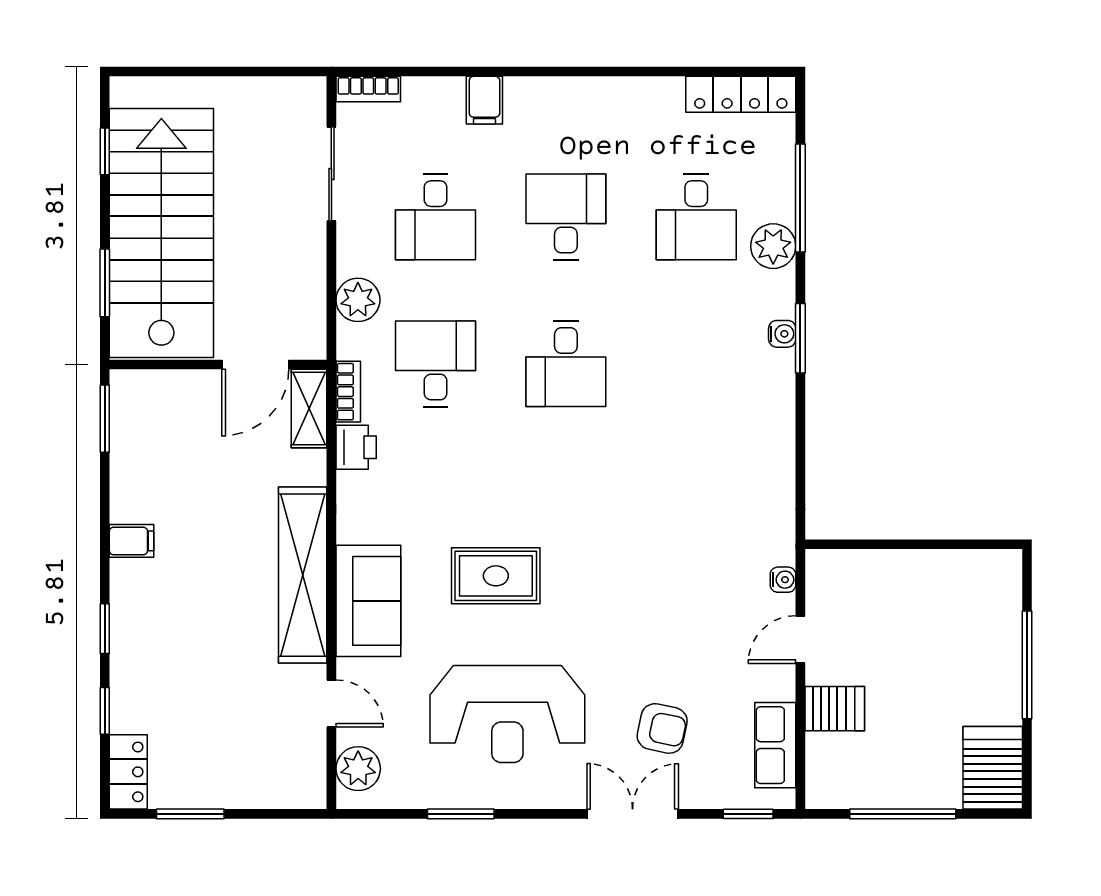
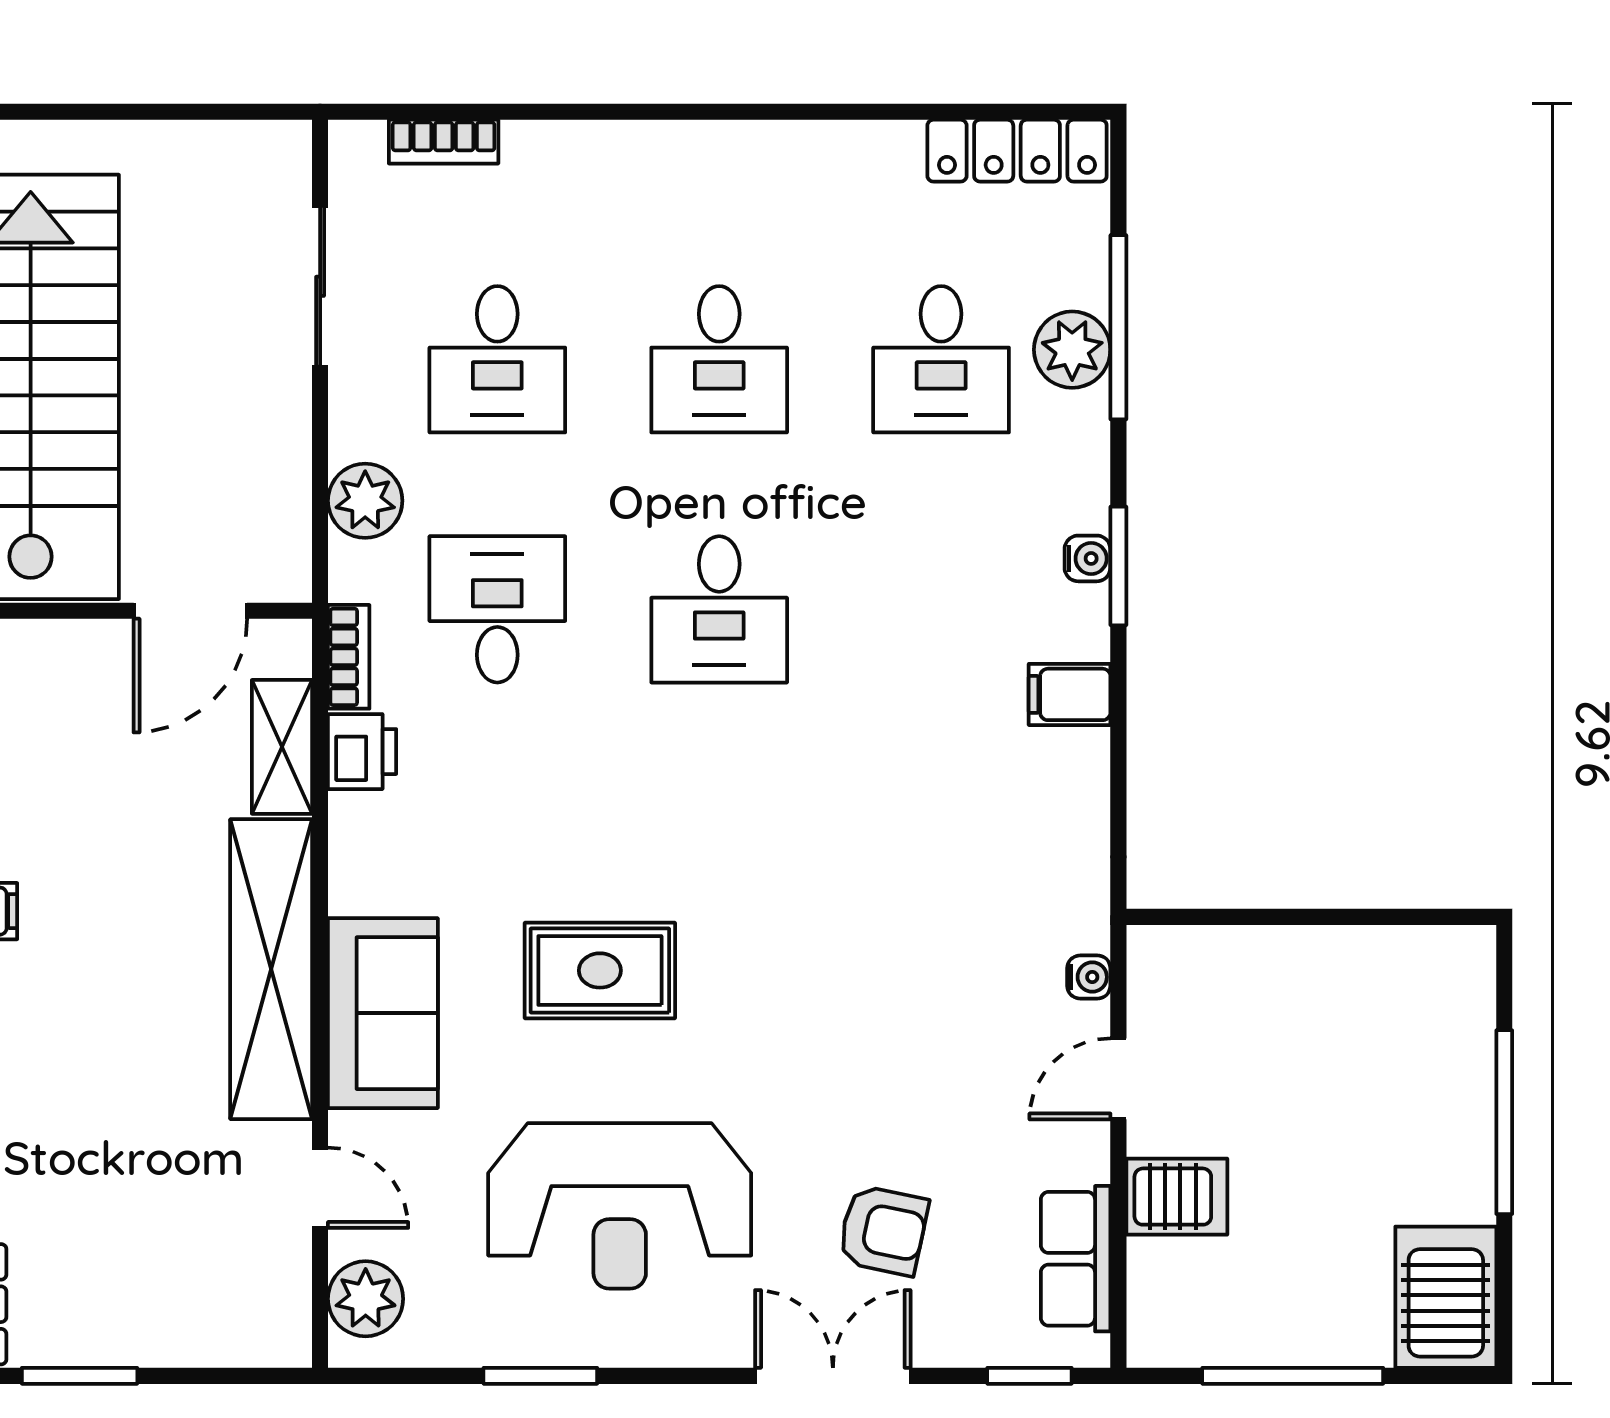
bookcase: (368, 89) -> (444, 142), moved
filing cabinet: (484, 100) -> (1070, 694), moved, turned 90
desk: (566, 217) -> (719, 359), turned 180
plant: (773, 246) -> (1072, 350), moved
shelving: (309, 409) -> (282, 747), moved

